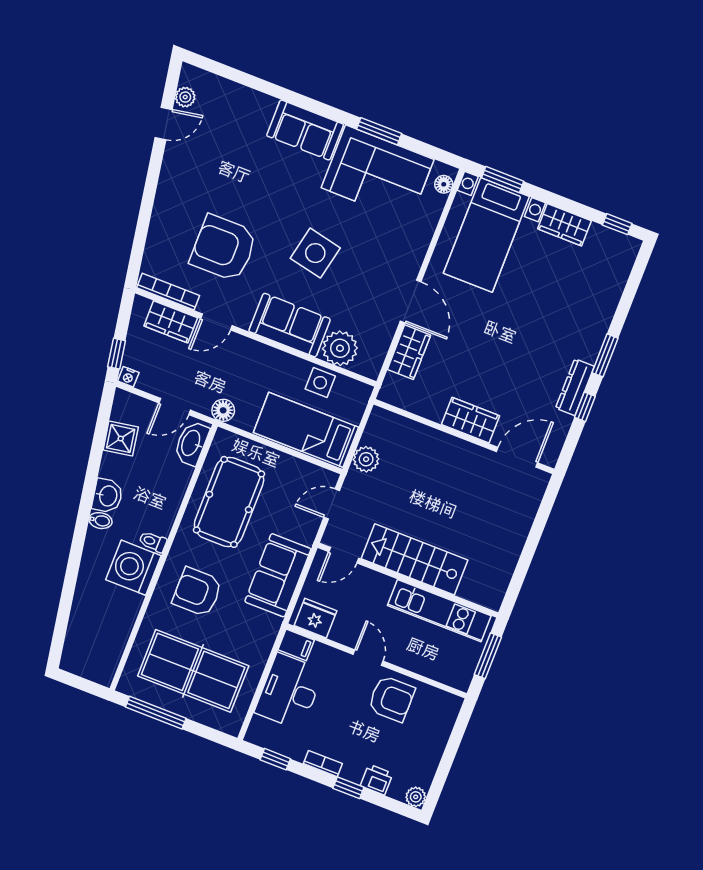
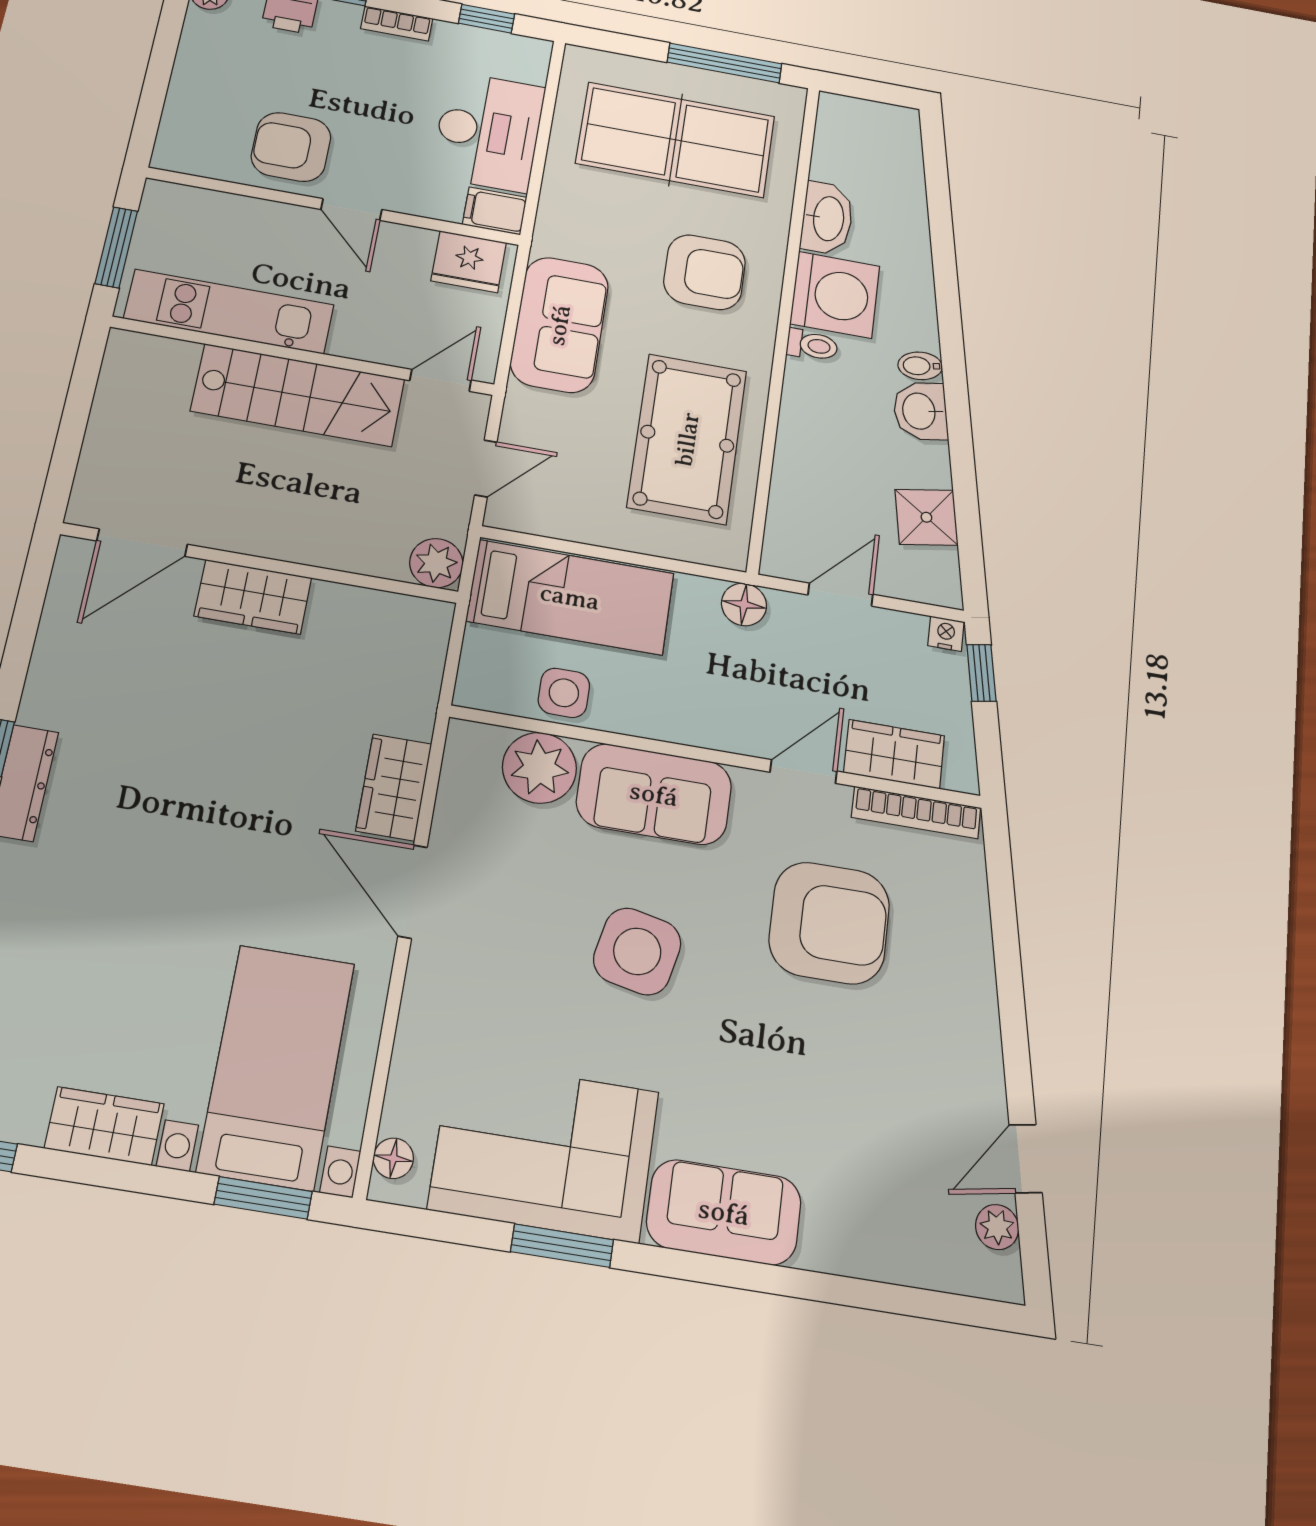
wardrobe: (470, 420) -> (253, 597), moved
wall: (464, 437) -> (260, 563), moved
washbasin: (191, 443) -> (827, 218), moved
door: (517, 457) -> (142, 543), moved

